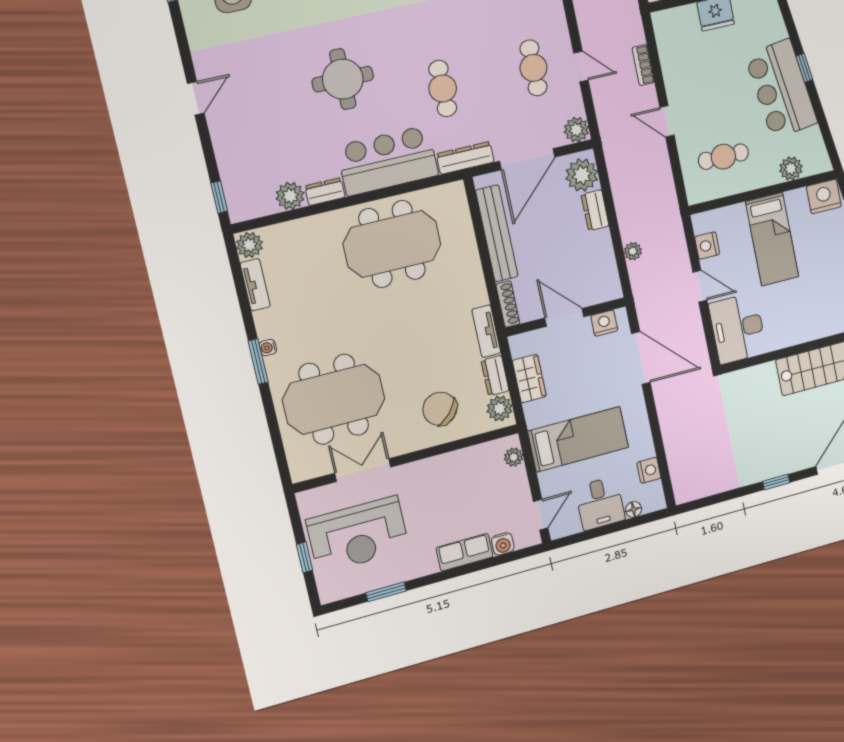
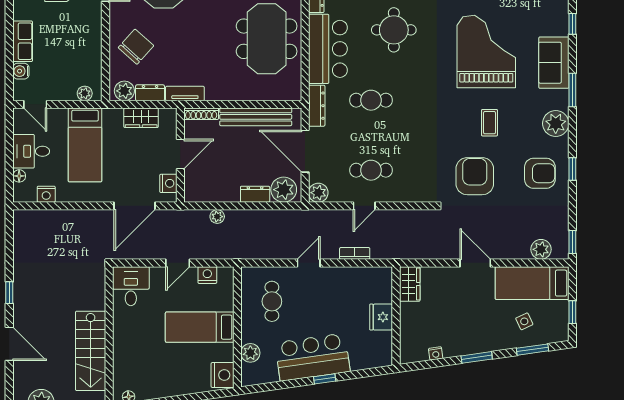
desk: (738, 328) -> (131, 286), width x0.73

